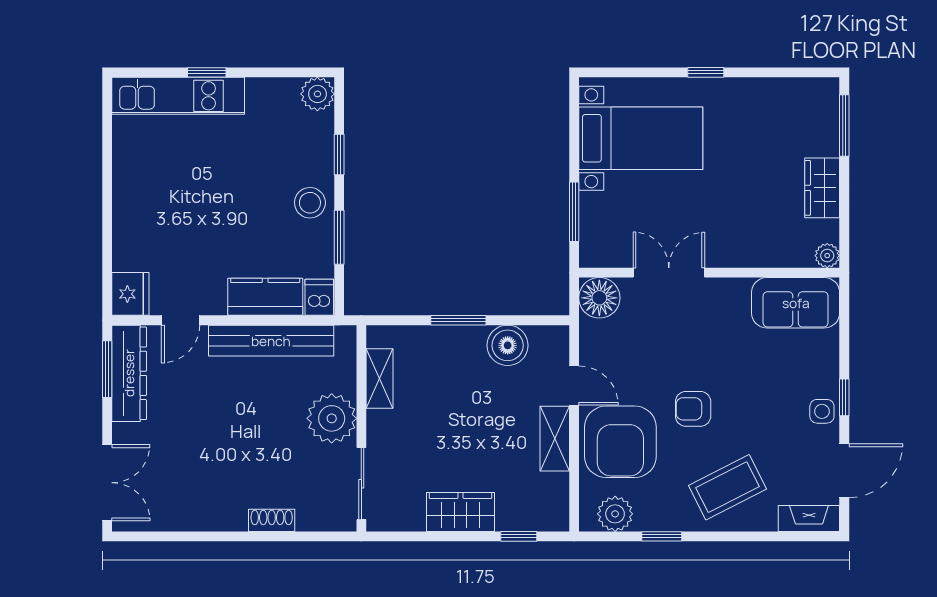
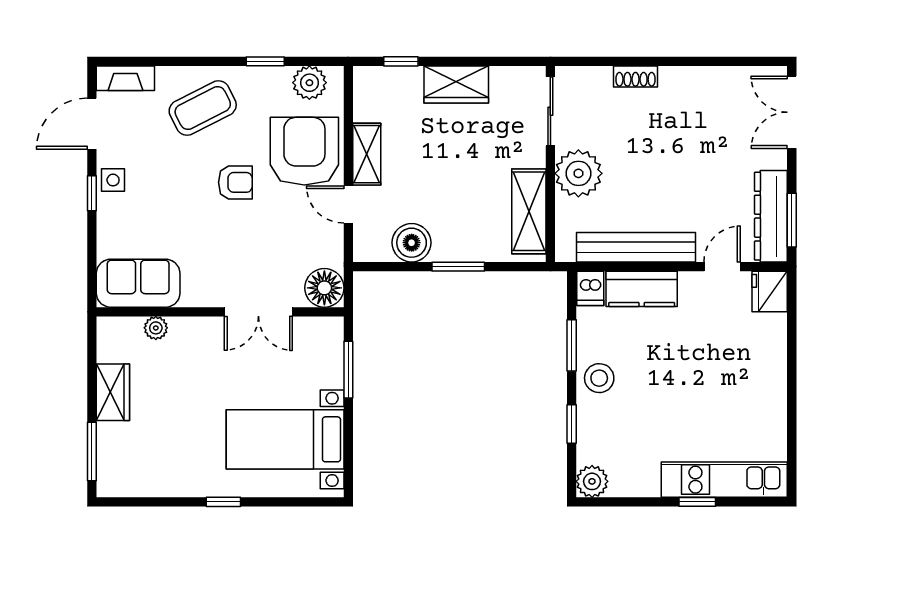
plant: (827, 256) -> (156, 328), moved
shelving: (379, 378) -> (529, 211), width x1.50, depth x1.33

